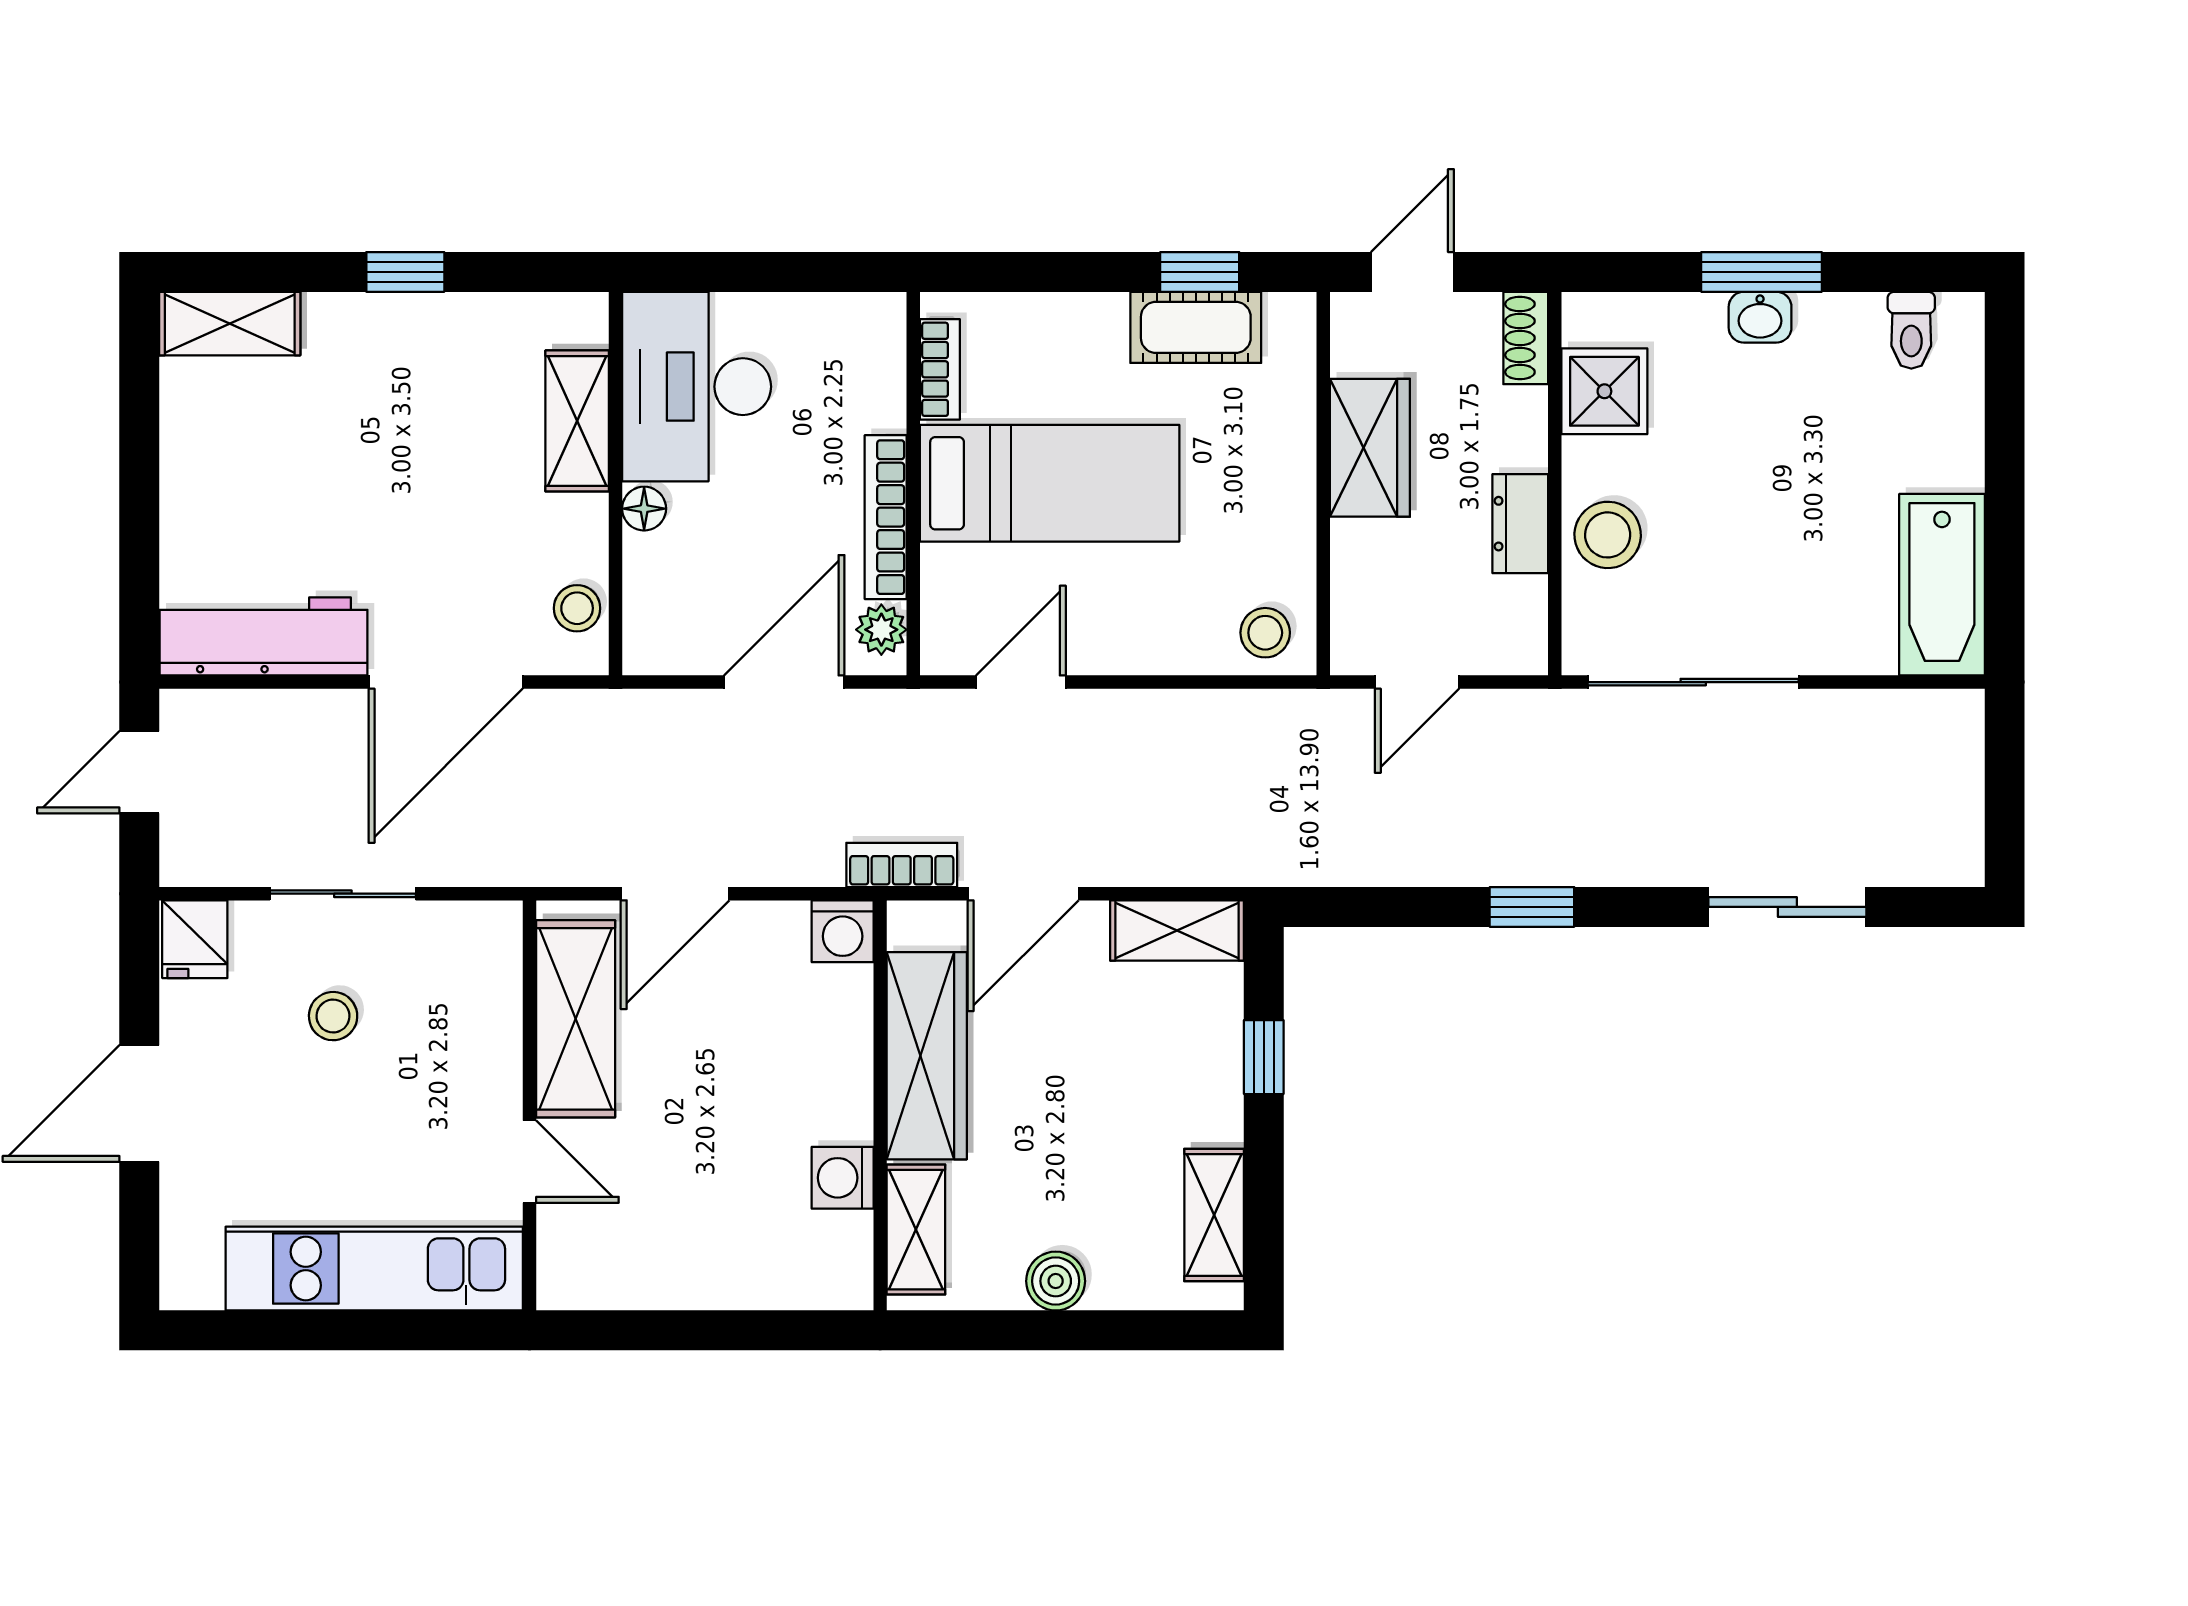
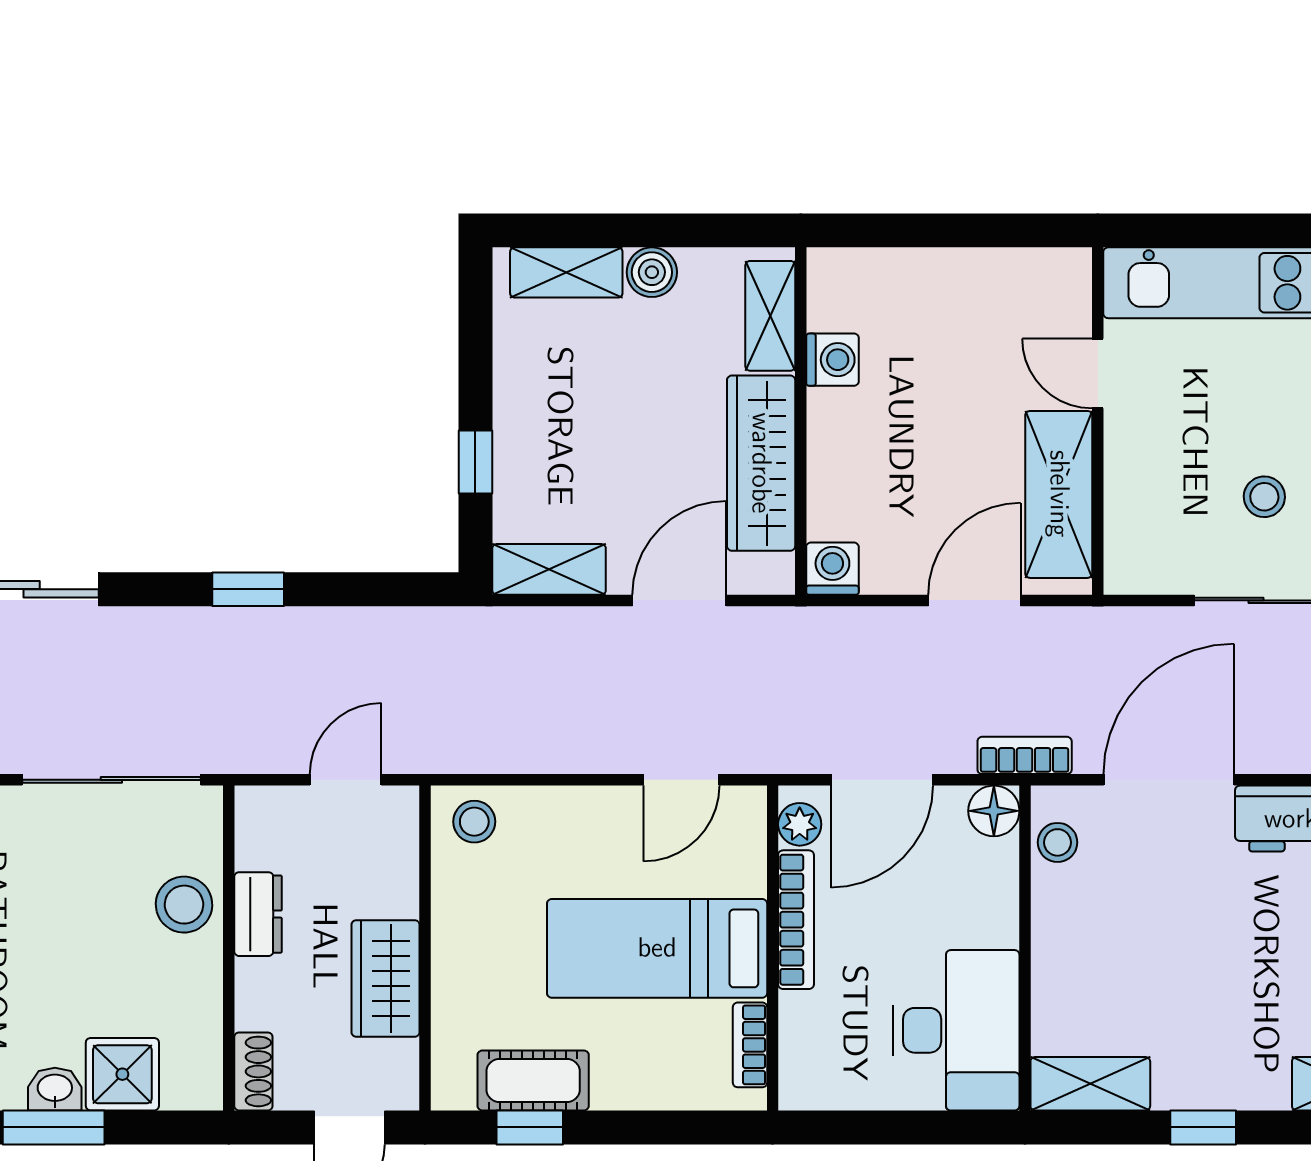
shower: (1604, 391) -> (122, 1074), moved
shelving: (577, 421) -> (1090, 1084), moved, turned 90
floor lamp: (644, 509) -> (994, 811), moved, width x1.37, depth x1.37
bookcase: (902, 865) -> (1025, 755), moved, turned 180
shelving: (1214, 1215) -> (566, 272), moved, turned 90

